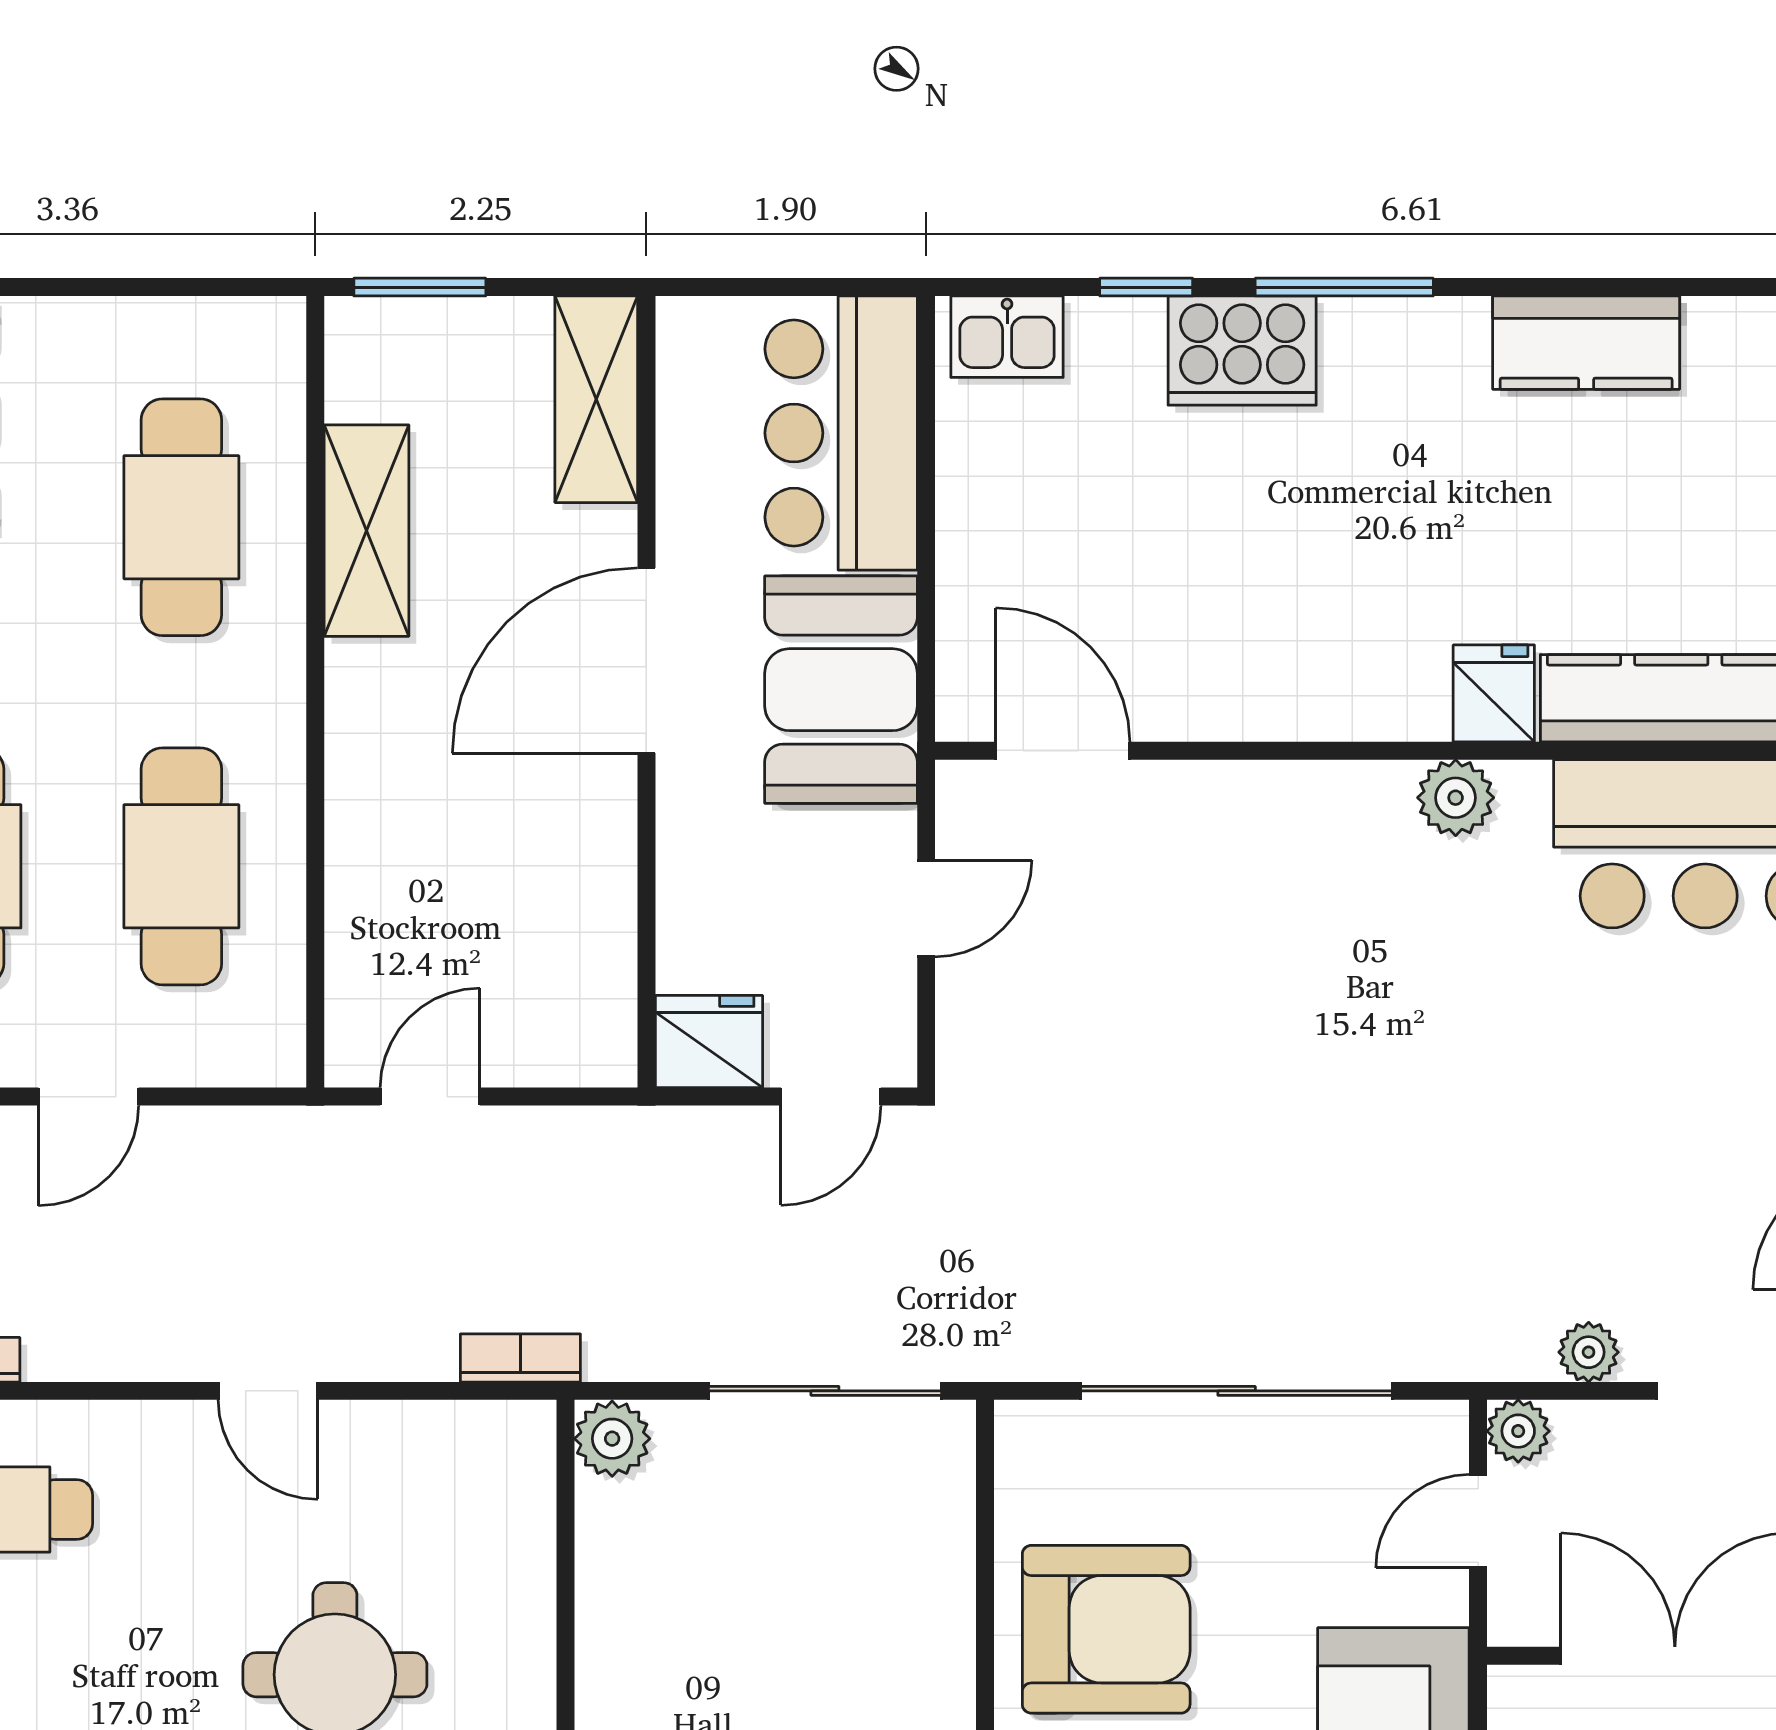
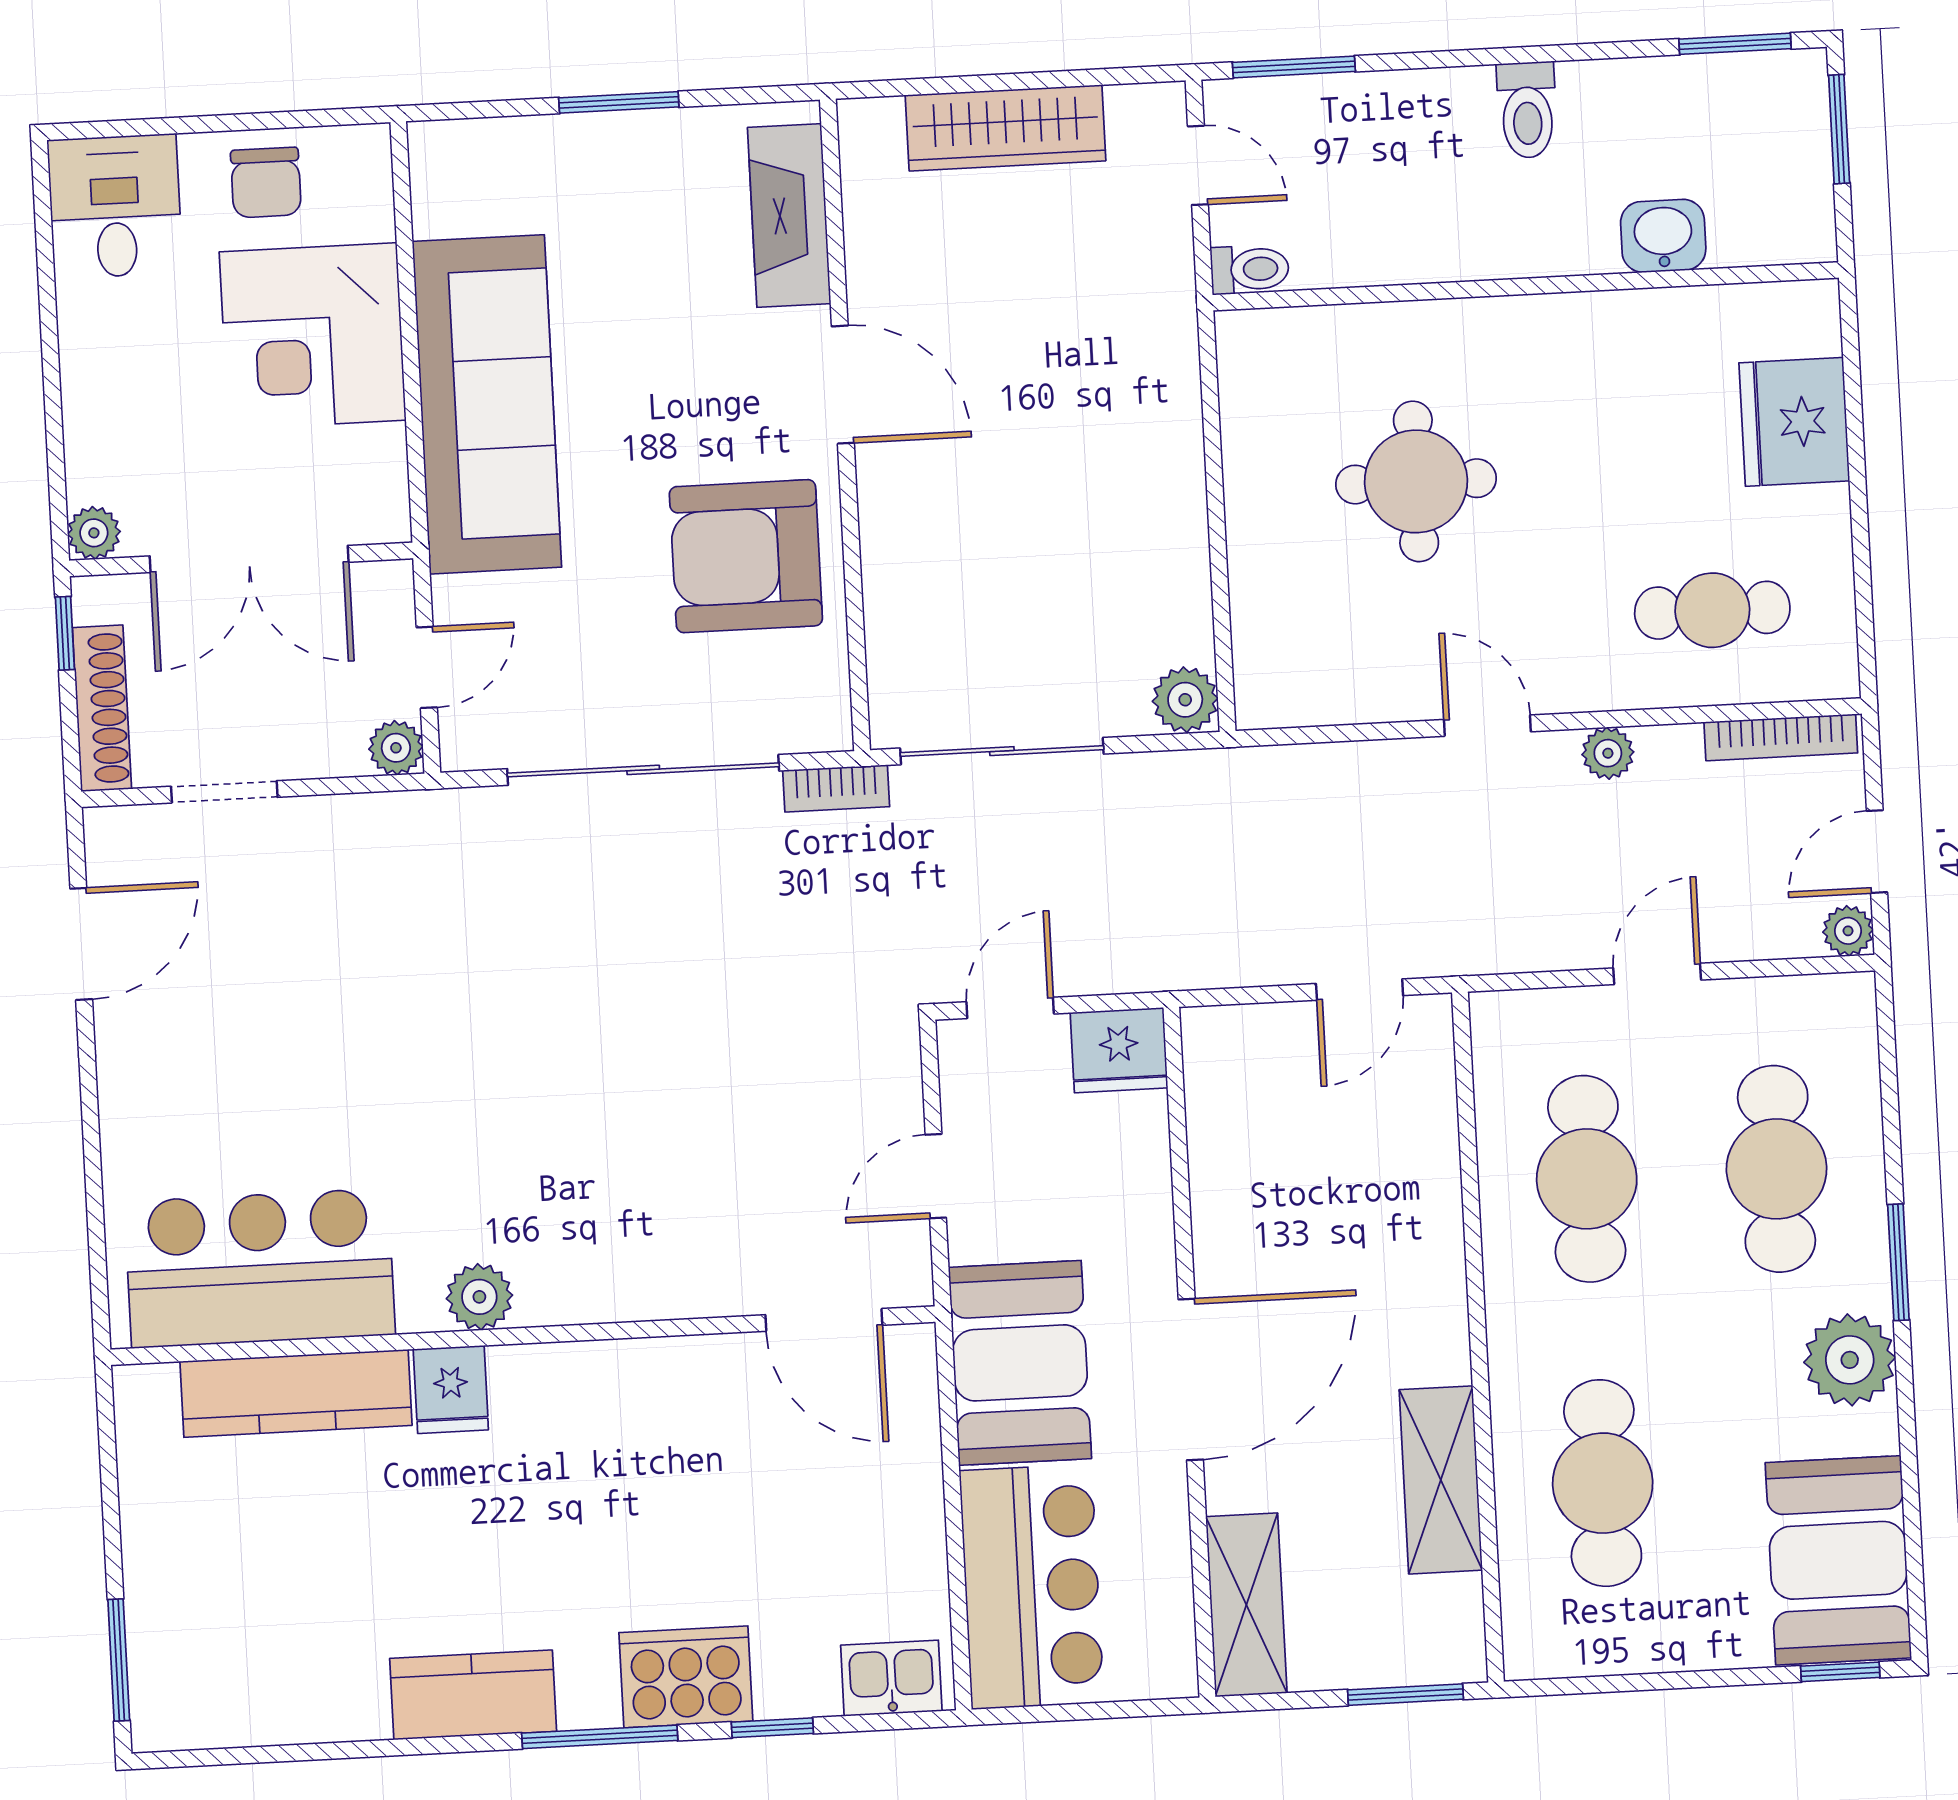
kitchen counter: (1586, 343) -> (473, 1695), moved
plant: (1589, 1352) -> (1608, 753), moved
bookcase: (520, 1358) -> (836, 788), moved

